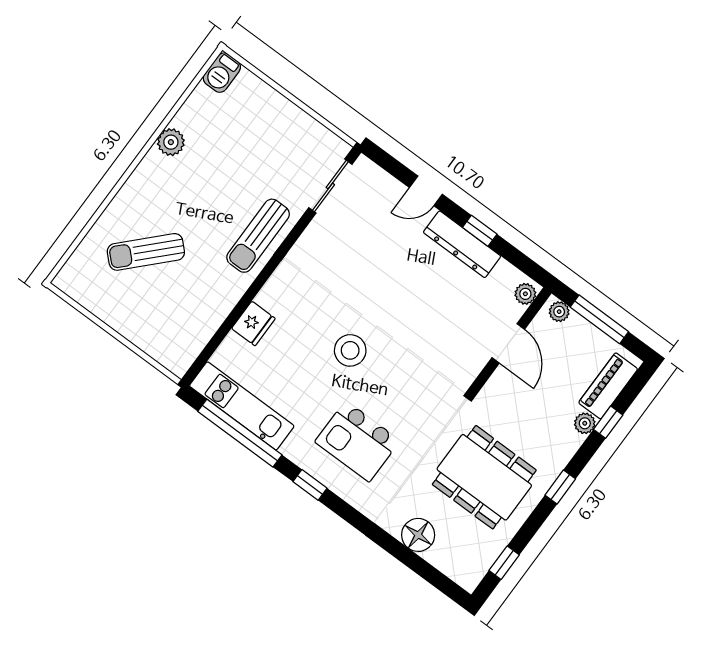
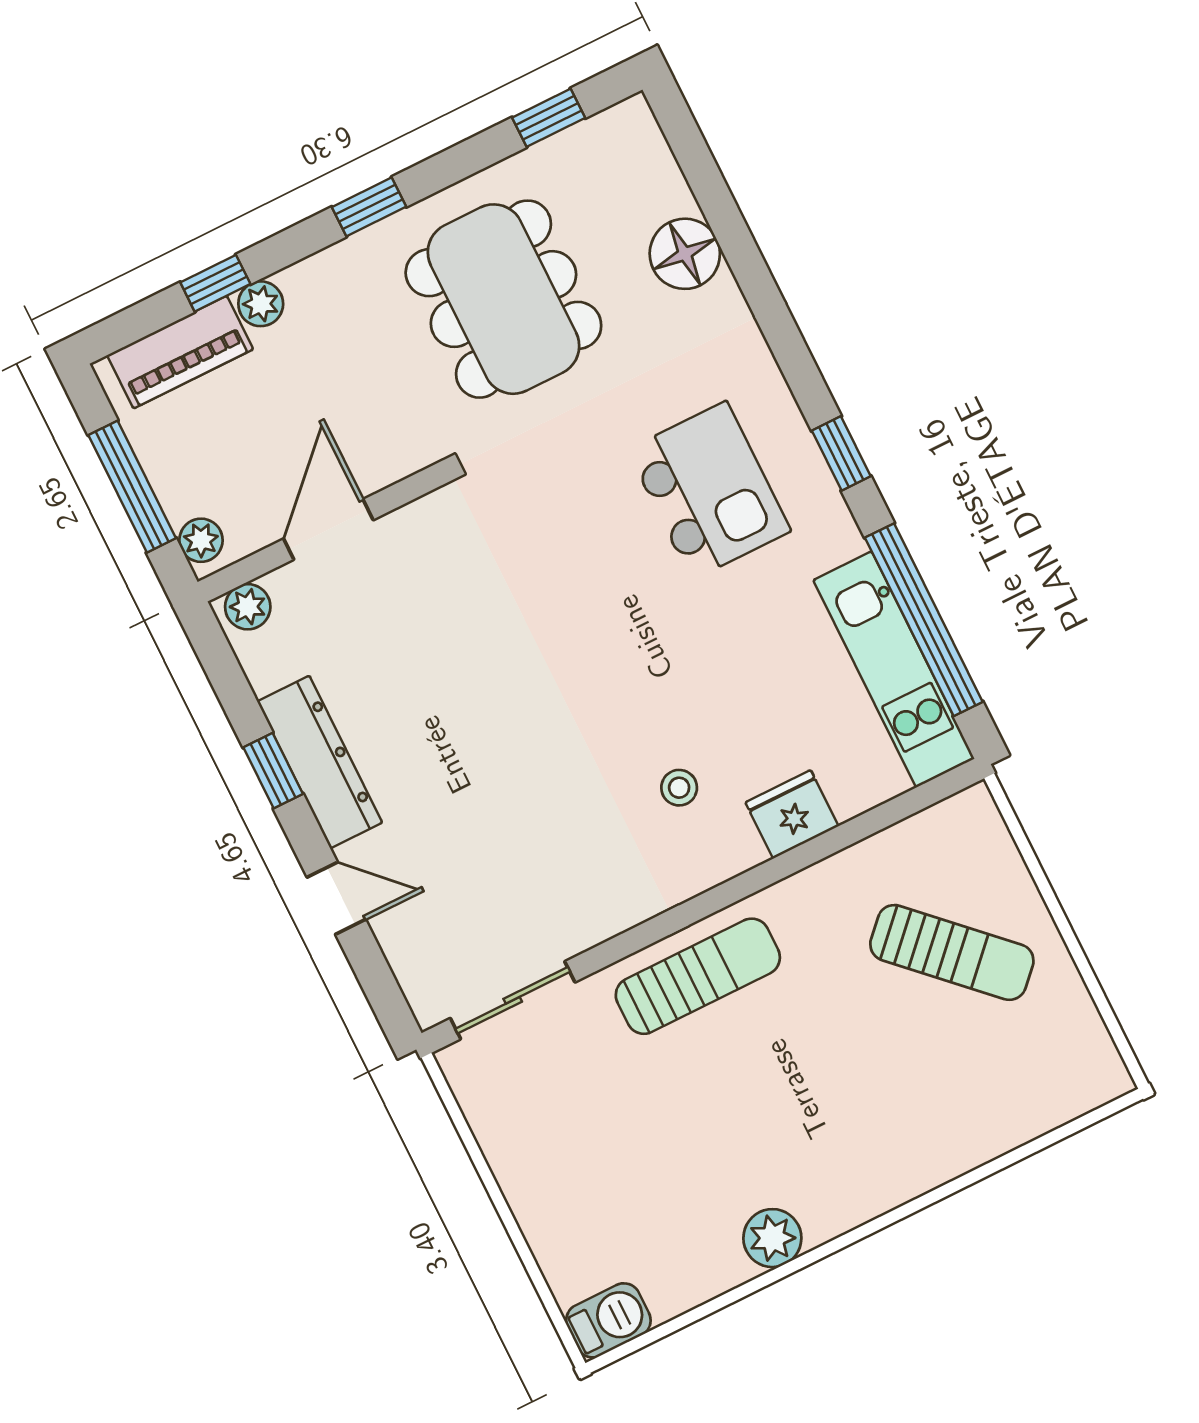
sun lounger: (146, 252) -> (952, 952), moved
stool: (350, 350) -> (679, 788), moved, width x0.53, depth x0.53

